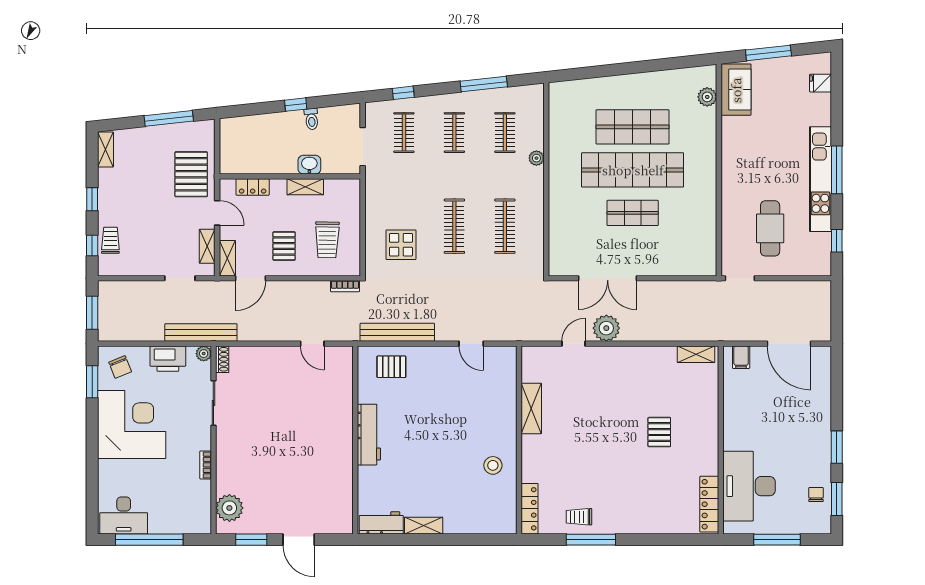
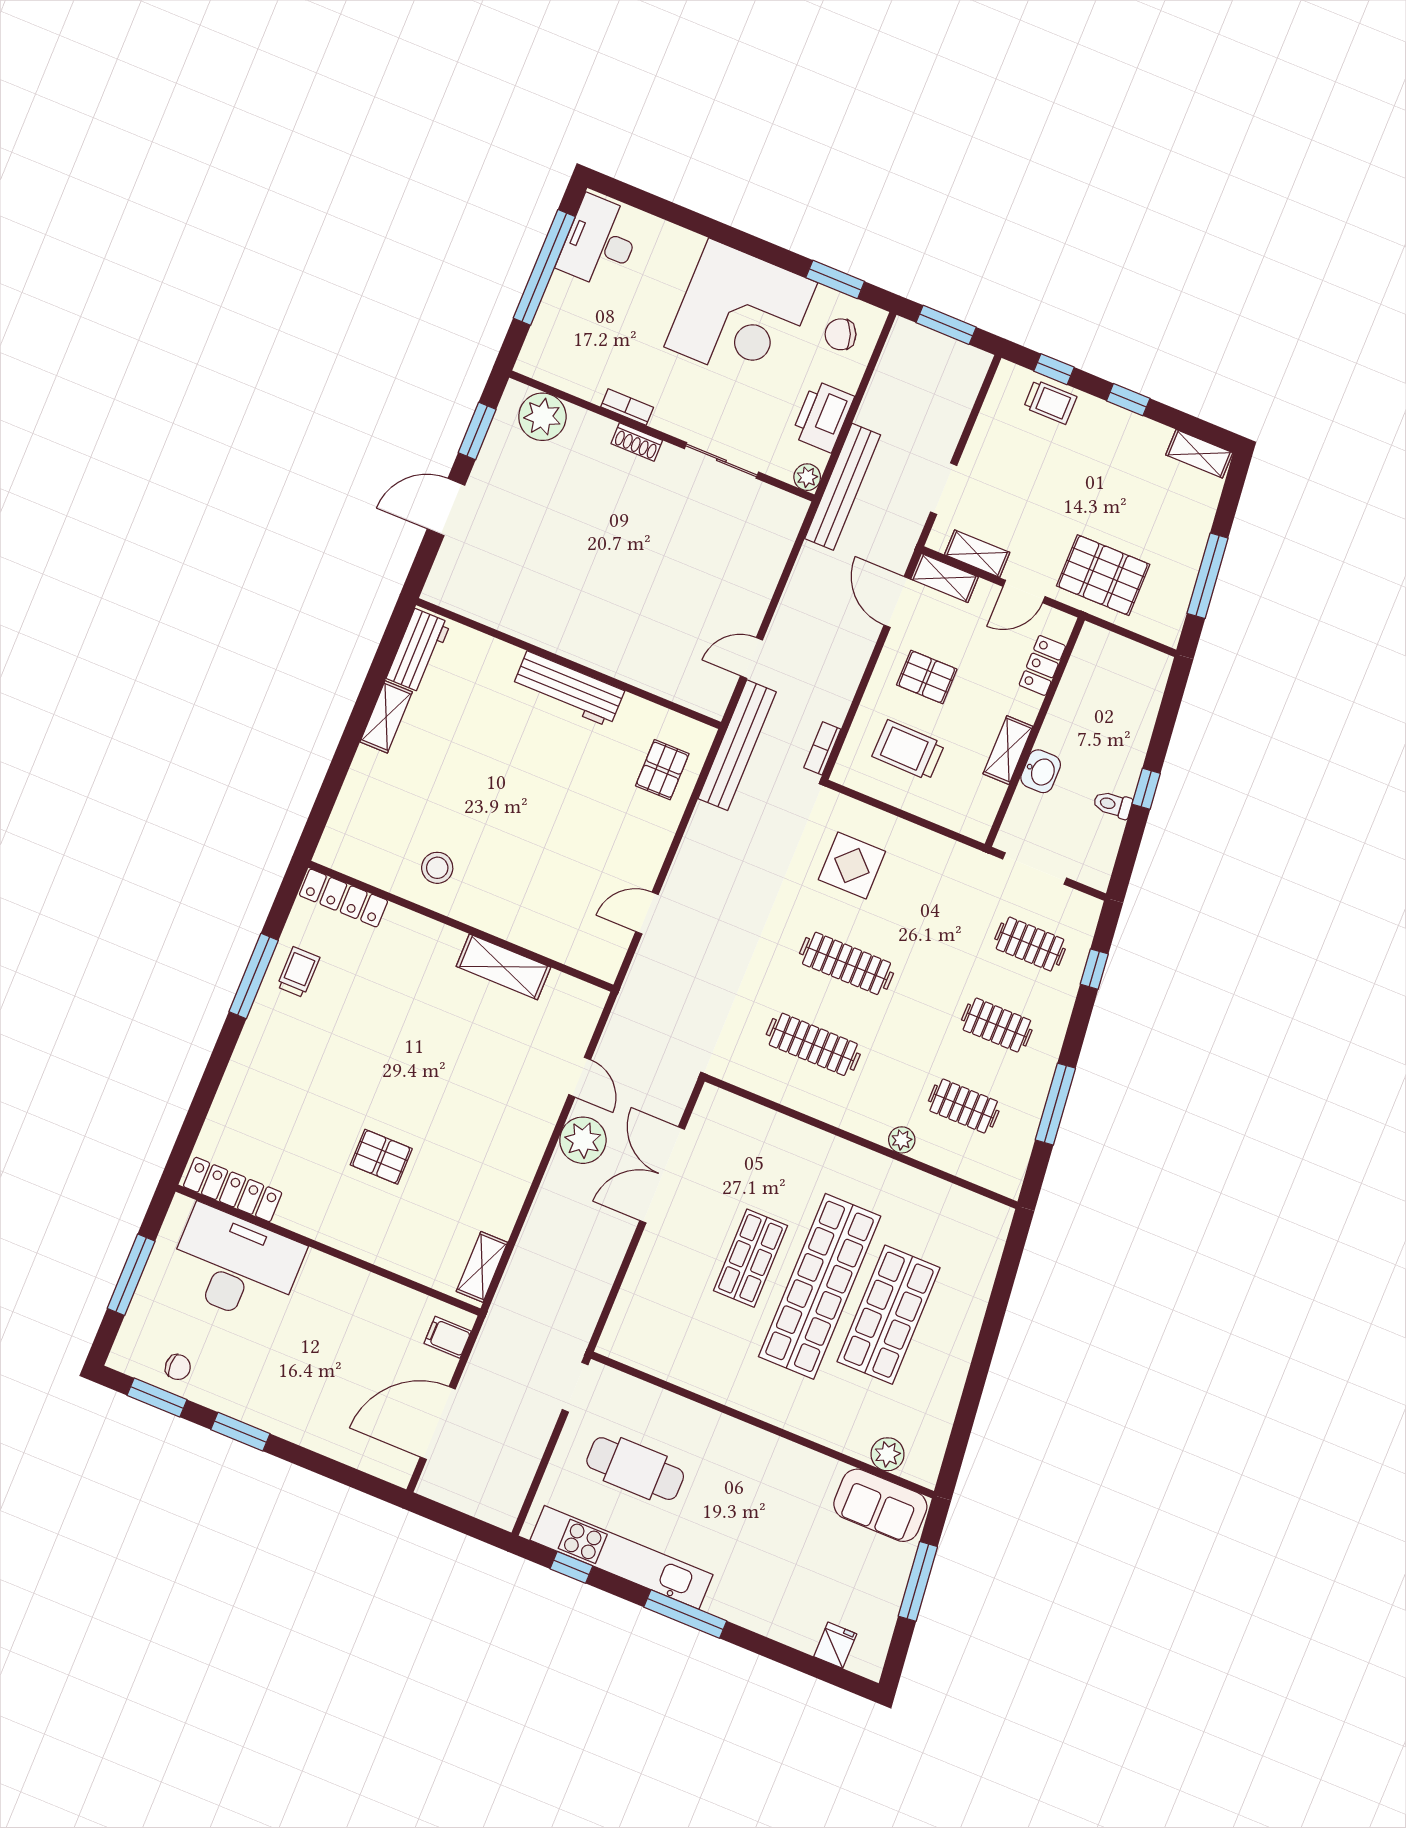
kitchen unit: (820, 179) -> (622, 1557), moved
bench: (397, 332) -> (737, 745), moved
shoe rack: (222, 359) -> (637, 442), moved

